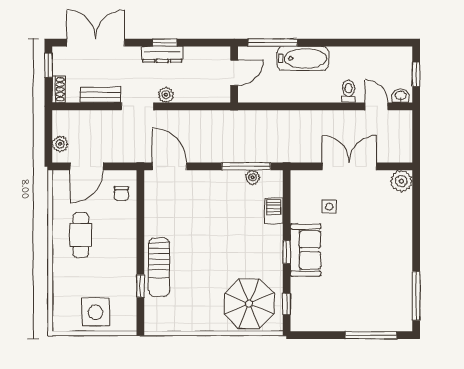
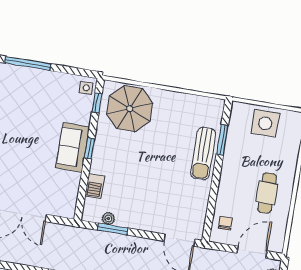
window: (246, 166) -> (112, 229), width x0.69
side table: (329, 207) -> (86, 88), moved
sun lounger: (159, 267) -> (203, 154), turned 180
window: (140, 286) -> (222, 140), width x1.50

